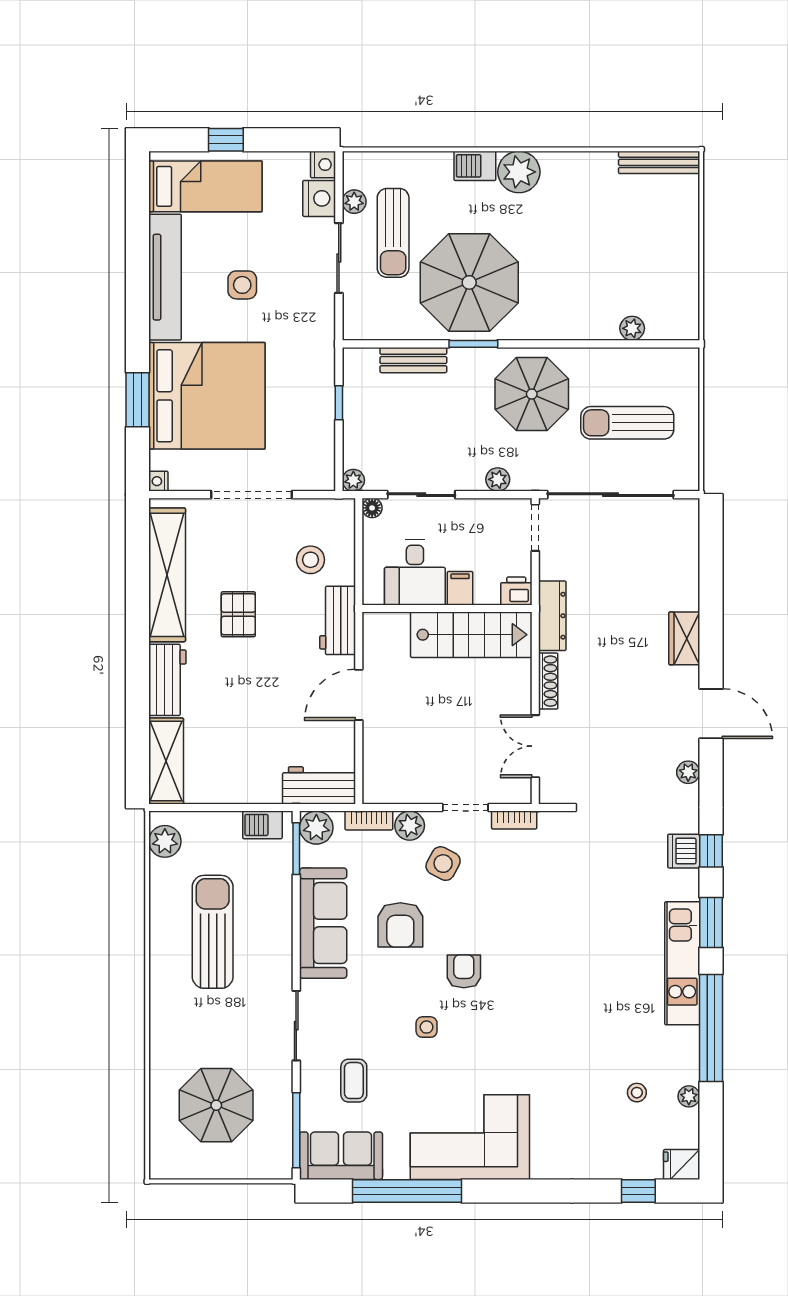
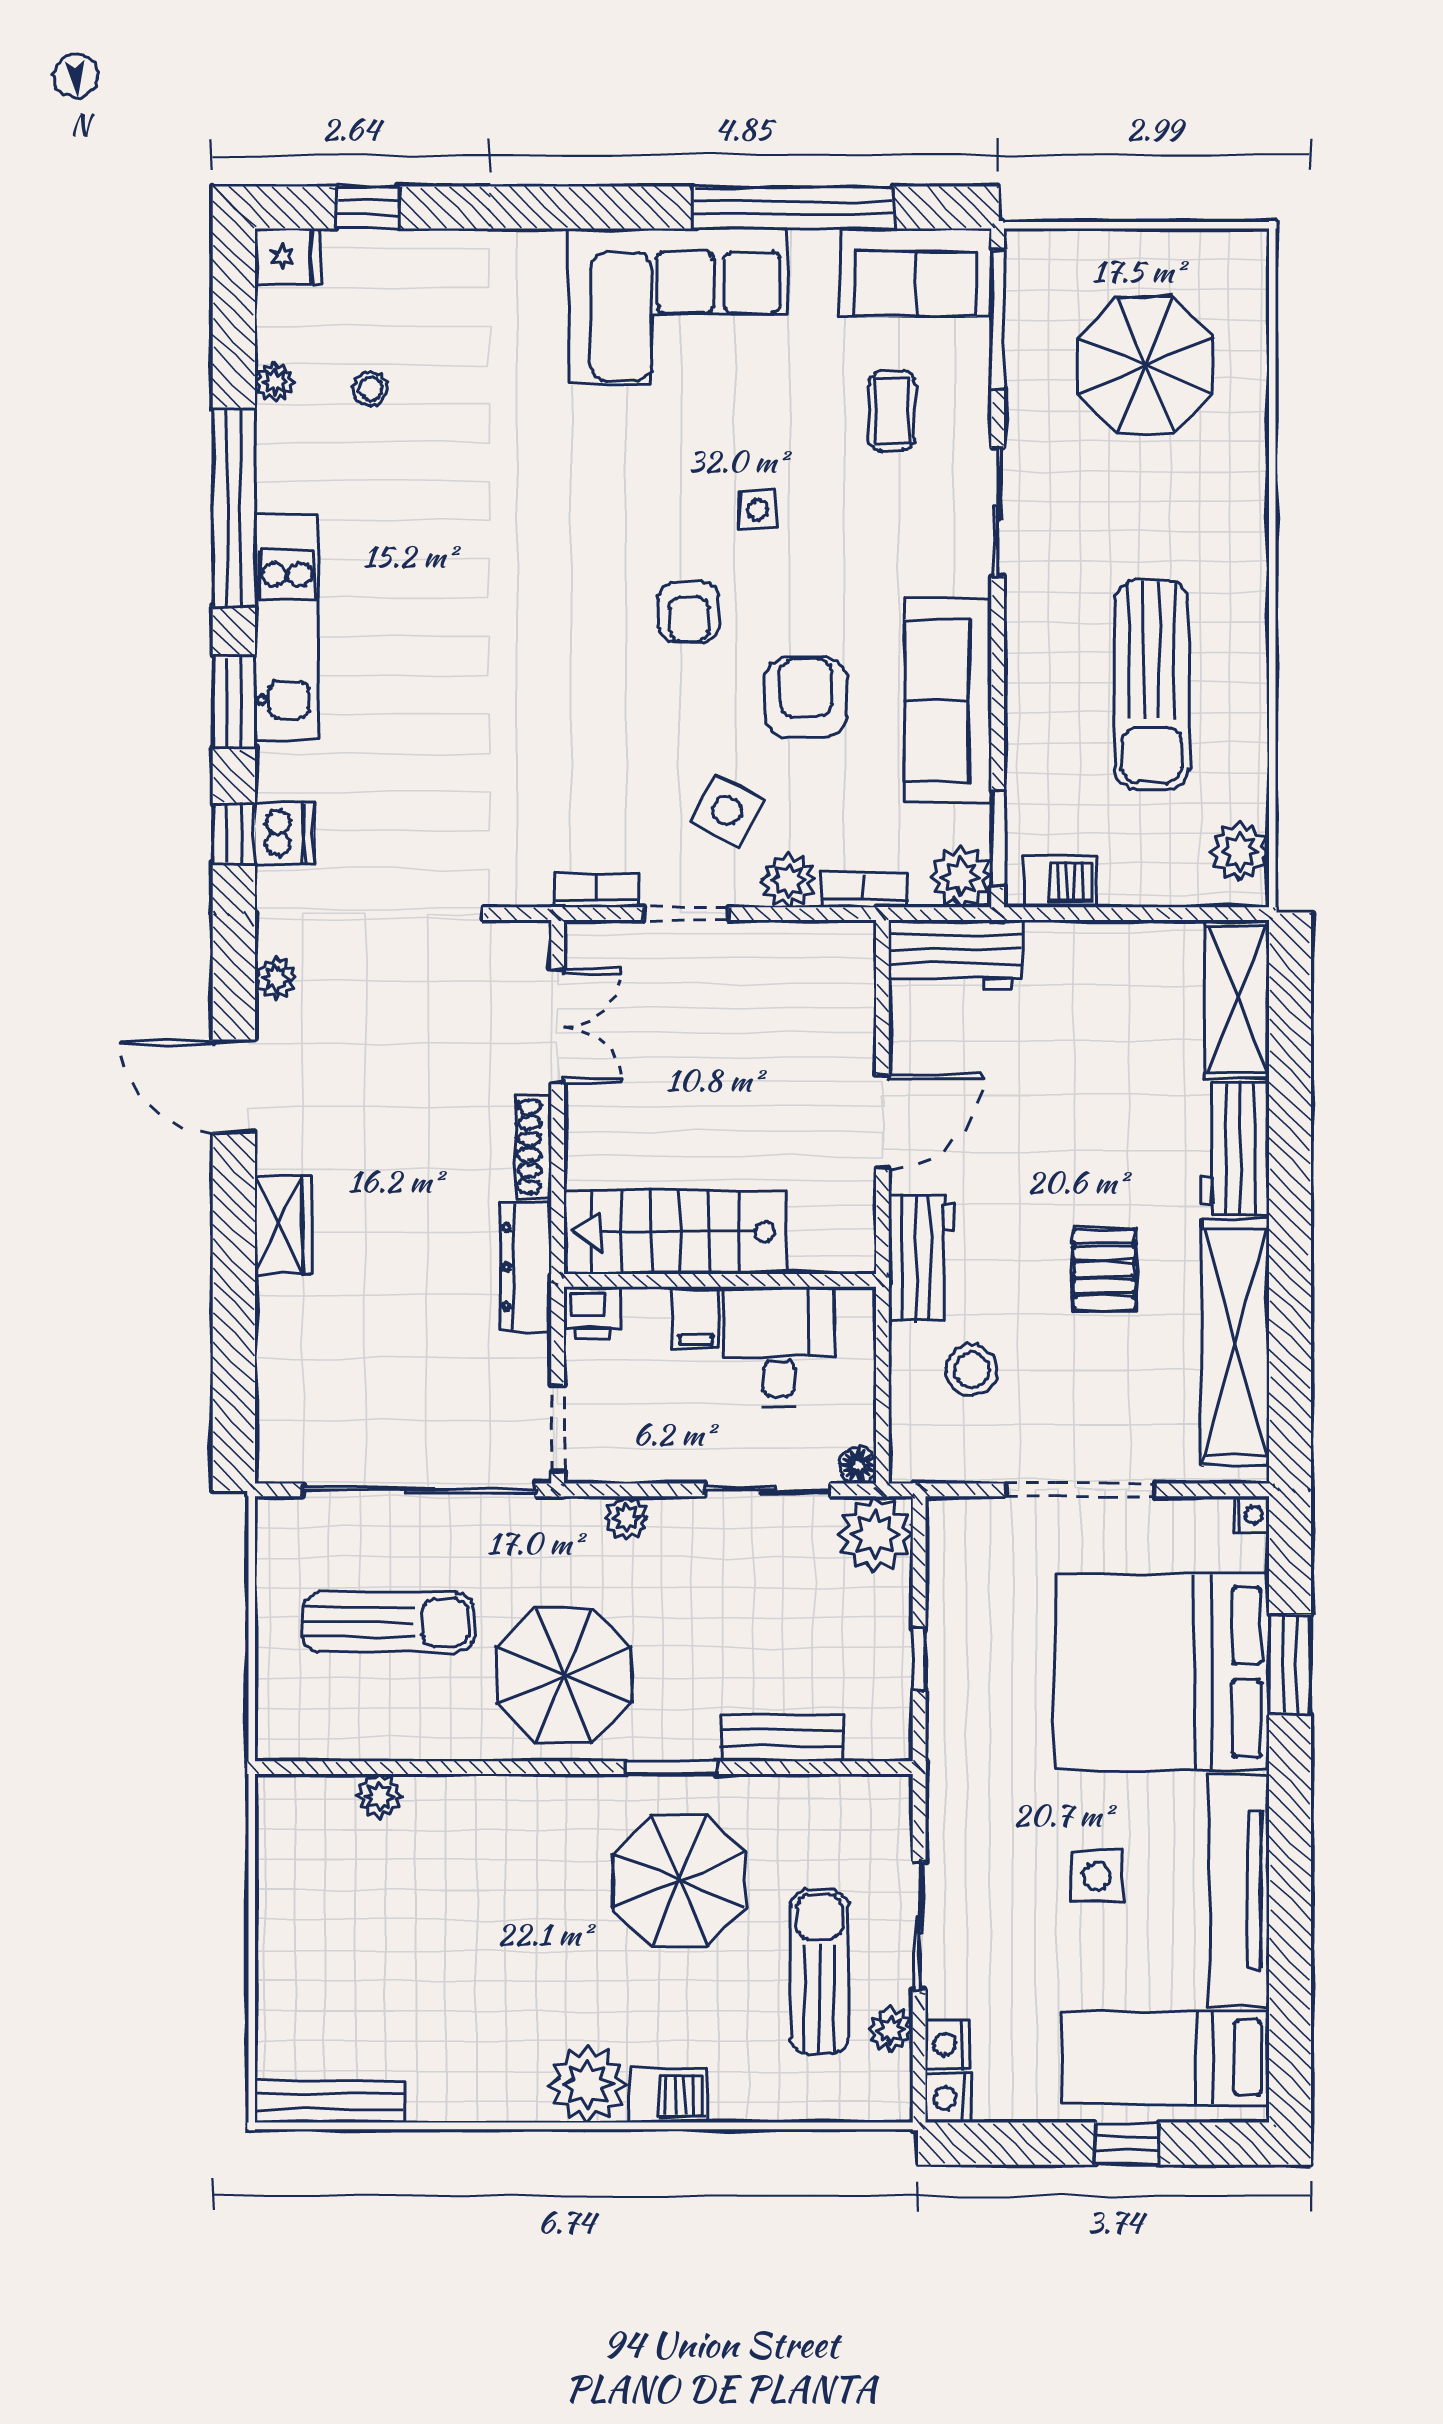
nightstand: (319, 198) -> (948, 2044), width x0.74, depth x0.75
parasol: (469, 282) -> (679, 1881), width x0.73, depth x0.73
plant: (353, 480) -> (875, 1534), width x1.87, depth x1.87

